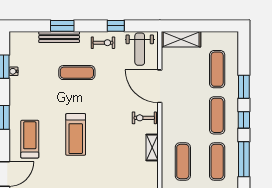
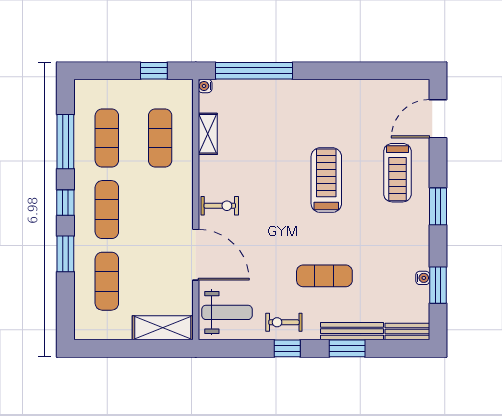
window: (116, 26) -> (287, 348), moved
bench: (23, 37) -> (407, 332), added
weight bench: (140, 49) -> (227, 312), turned 90
shelving: (152, 147) -> (208, 134), moved

